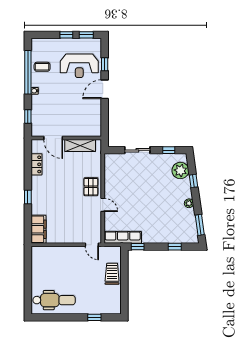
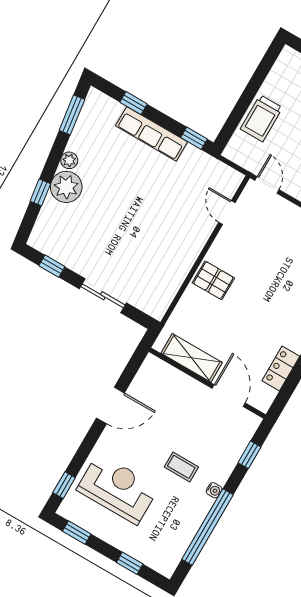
window: (66, 35) -> (130, 563), moved
window: (105, 64) -> (64, 485), moved
coffee table: (42, 67) -> (181, 467), moved
door: (105, 89) -> (110, 405), moved
plant: (180, 170) -> (66, 187), moved
pallet: (91, 187) -> (213, 280), turned 90
door: (103, 205) -> (227, 212), moved
row of seats: (123, 237) -> (152, 134), moved

